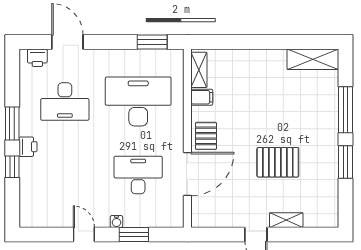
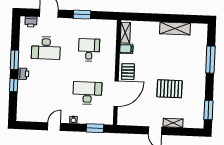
window: (152, 42) -> (82, 15), moved
shelving: (313, 59) -> (175, 28), moved
desk: (138, 101) -> (89, 50), width x0.53, depth x0.77
window: (345, 162) -> (208, 110), moved
door: (84, 234) -> (54, 127), hinge flipped
window: (134, 234) -> (95, 128), moved

